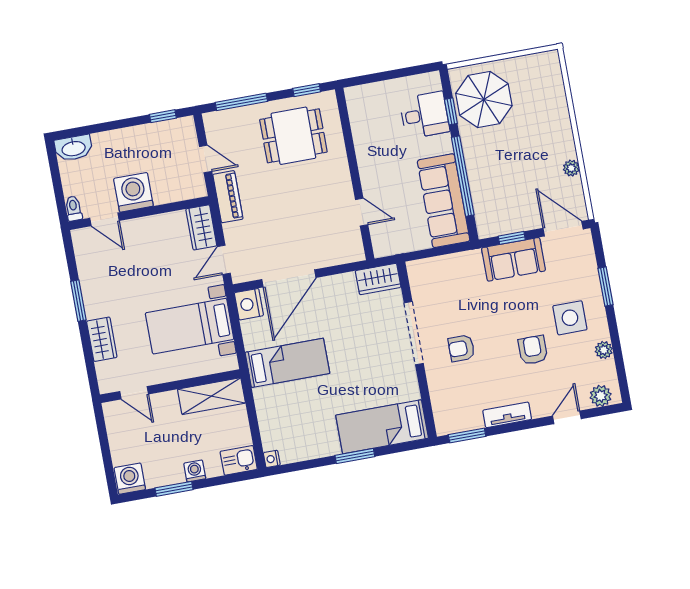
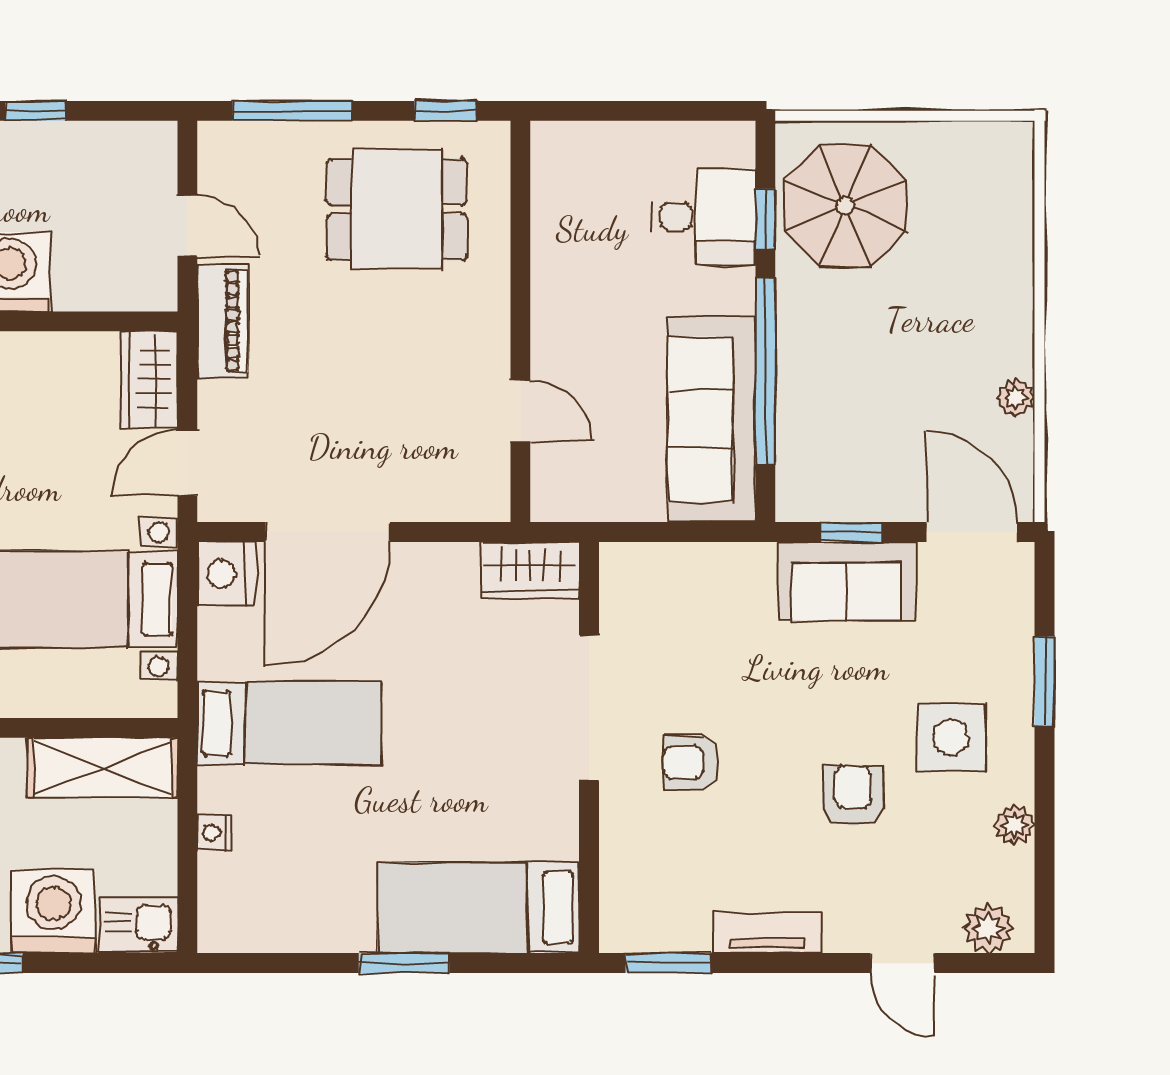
window: (163, 116) -> (35, 111), moved
door: (567, 417) -> (902, 963), swing flipped
nightstand: (272, 459) -> (214, 833), moved
washing machine: (195, 471) -> (54, 911), width x1.89, depth x1.89

